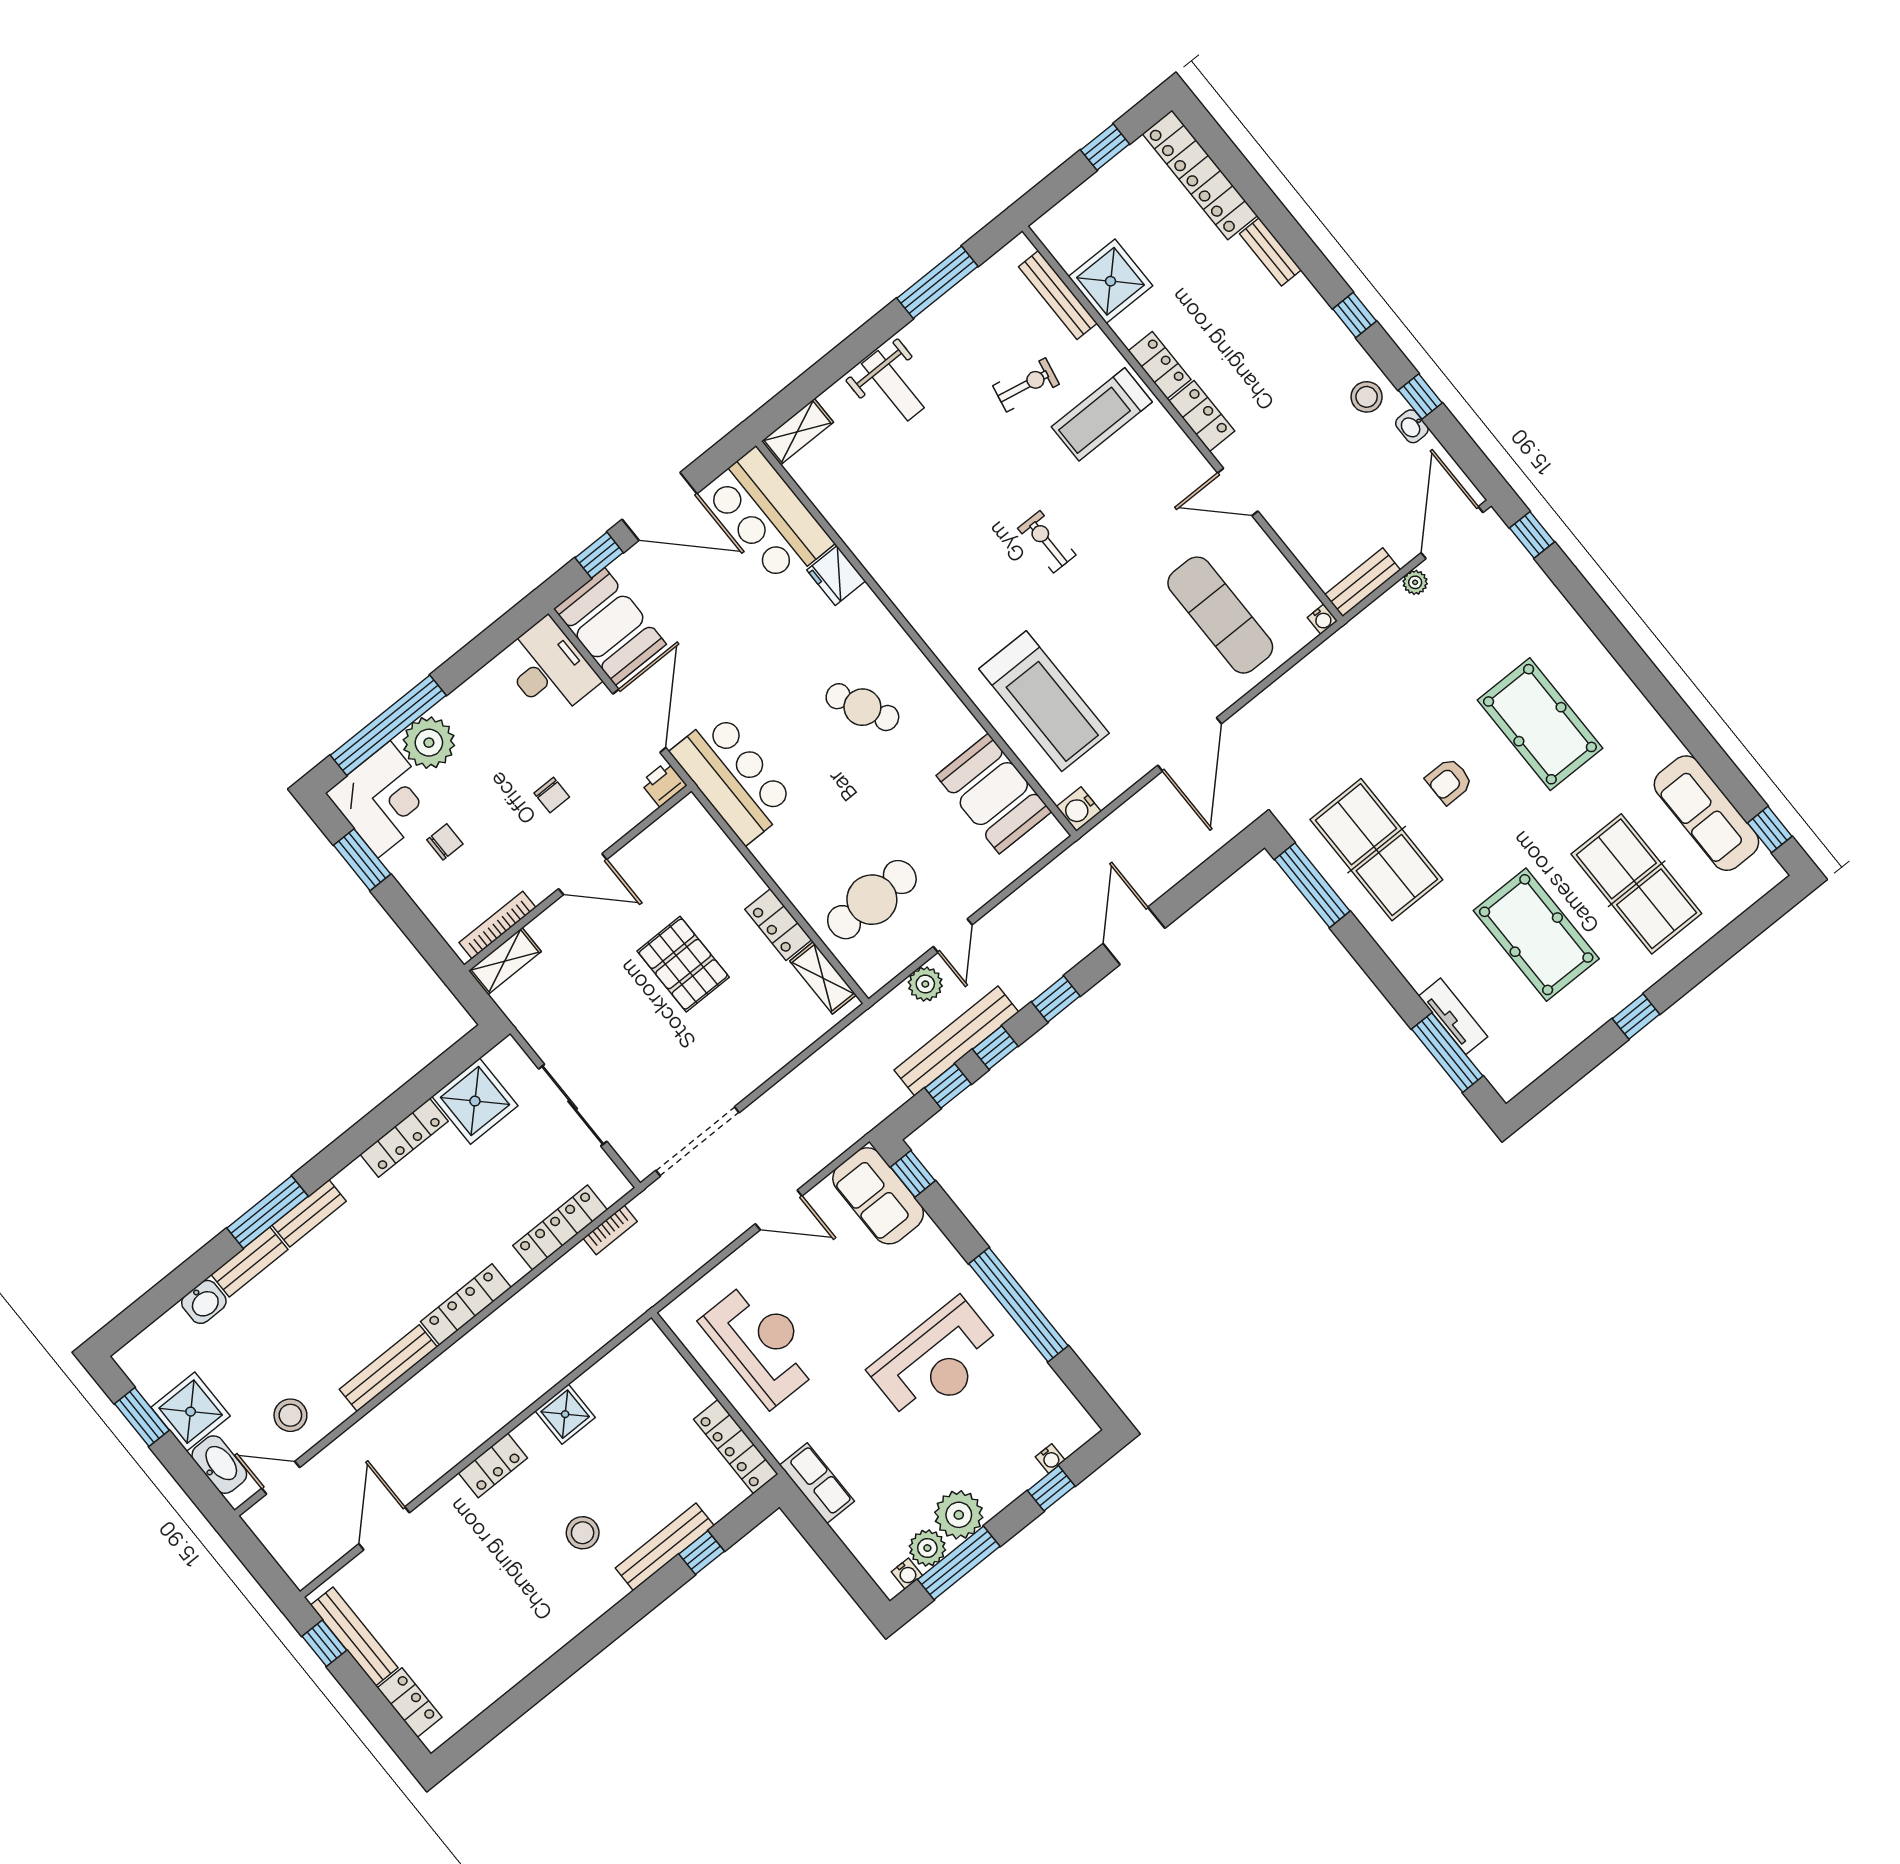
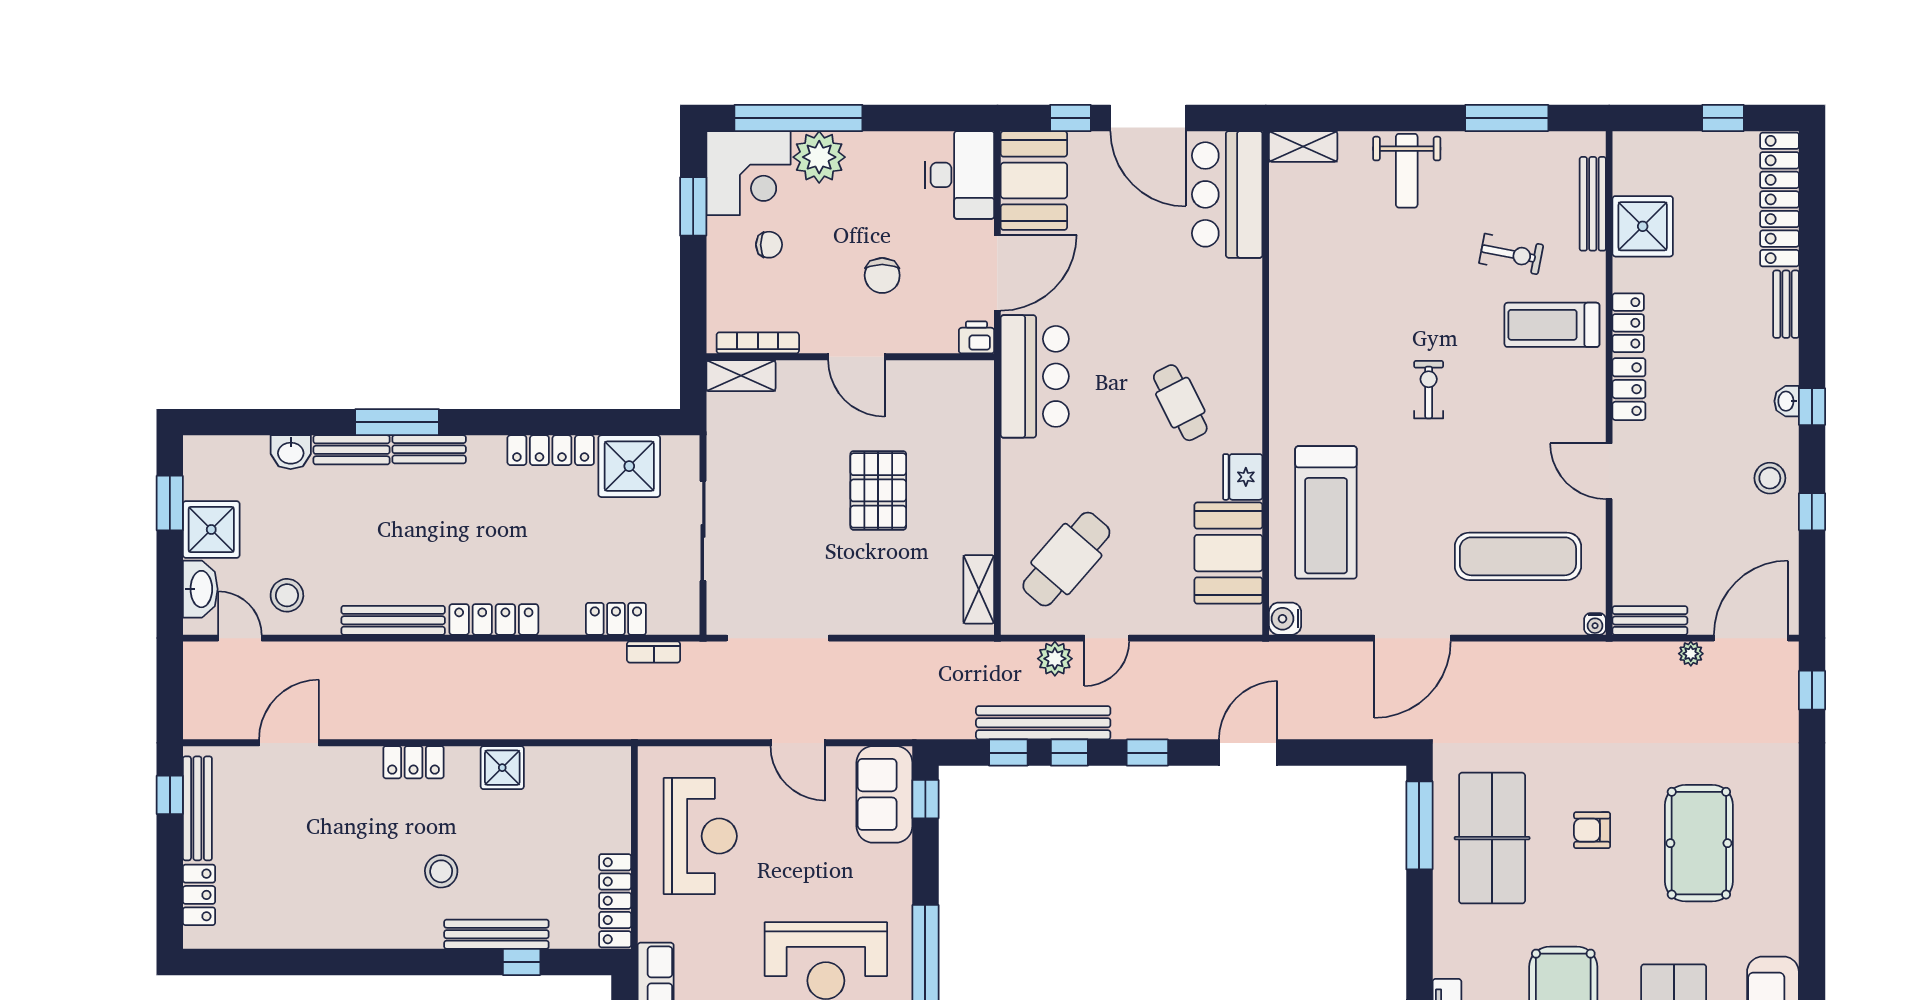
washbasin: (1412, 426) -> (1787, 401), moved
fridge: (836, 576) -> (1243, 477), moved
exercise mat: (1220, 615) -> (1518, 556), turned 90
chair: (552, 795) -> (882, 275), width x1.37, depth x1.37
cafe table: (872, 900) -> (1066, 559), turned -49
locker: (778, 925) -> (977, 519), removed
locker: (560, 1228) -> (616, 619), width x0.66

